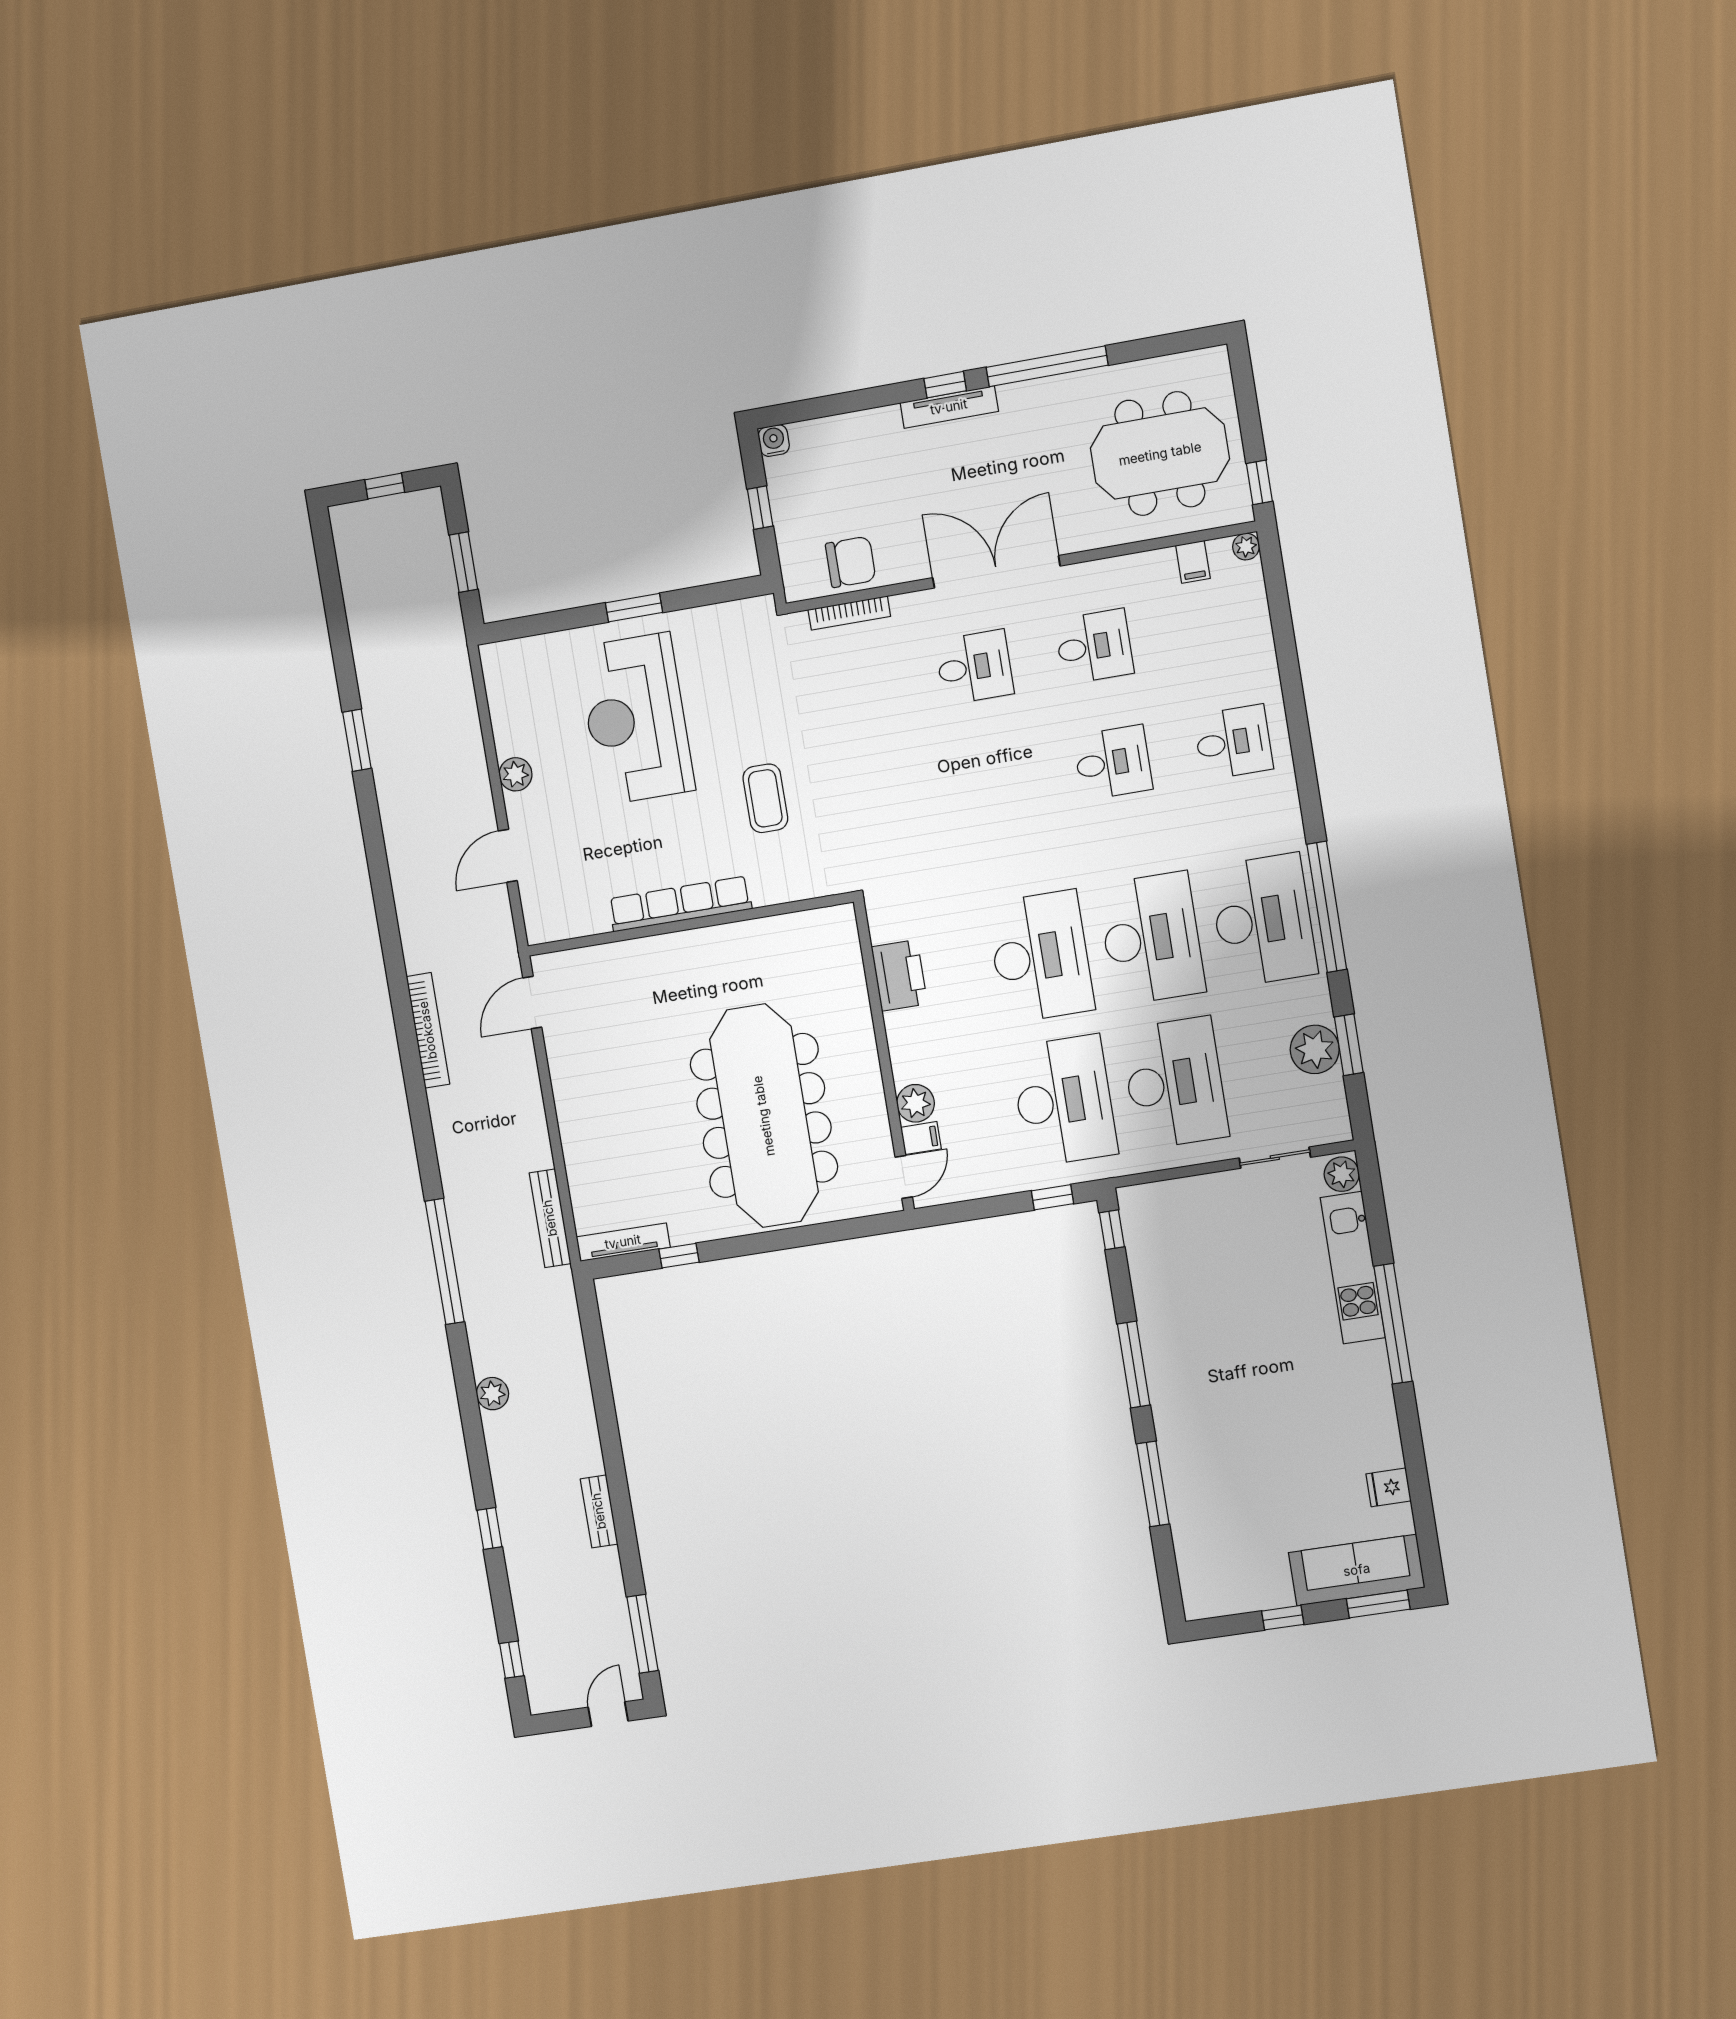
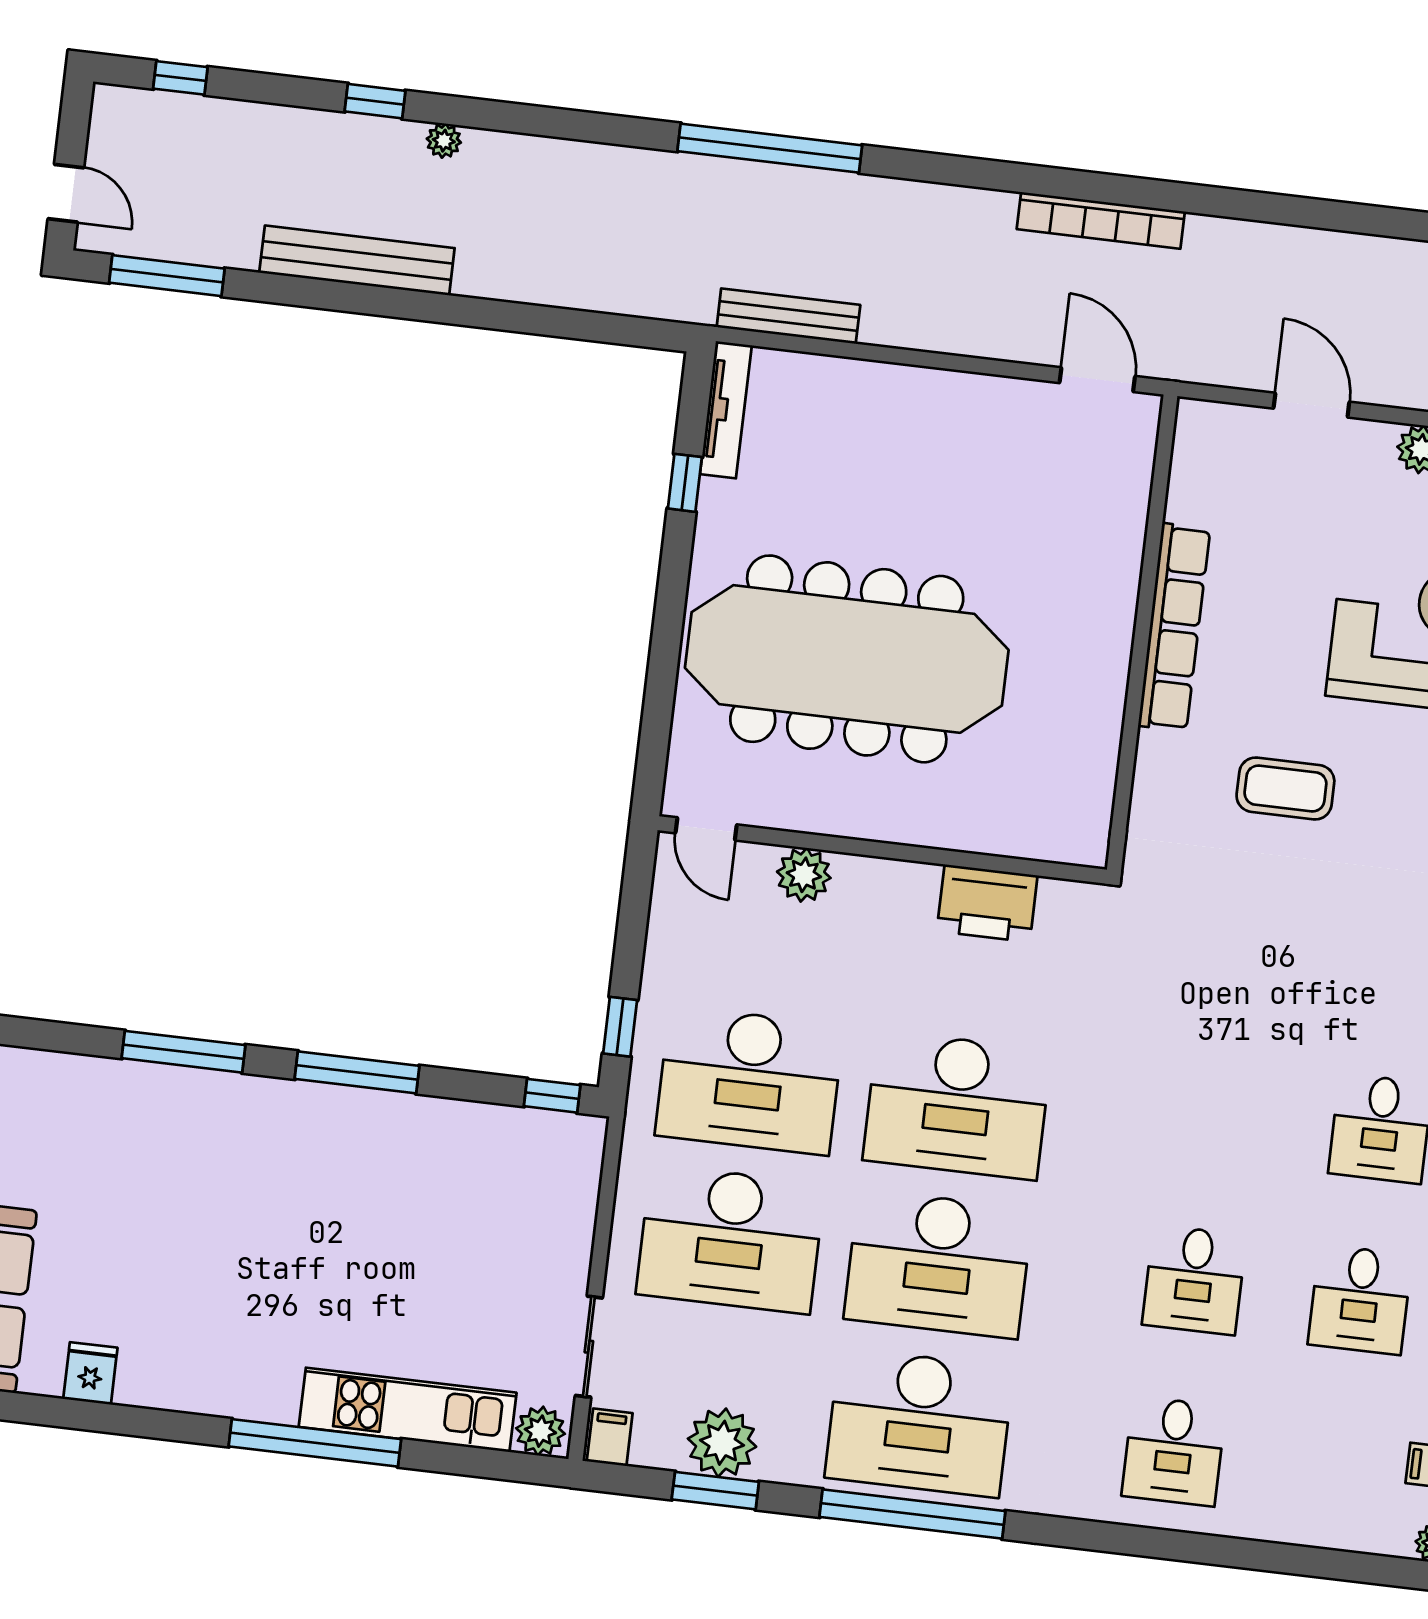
filing cabinet: (921, 1138) -> (610, 1437), moved, turned 180
plant: (492, 1394) -> (444, 141), moved, width x0.73, depth x0.73
bench: (599, 1511) -> (357, 260), width x1.86, depth x1.21

